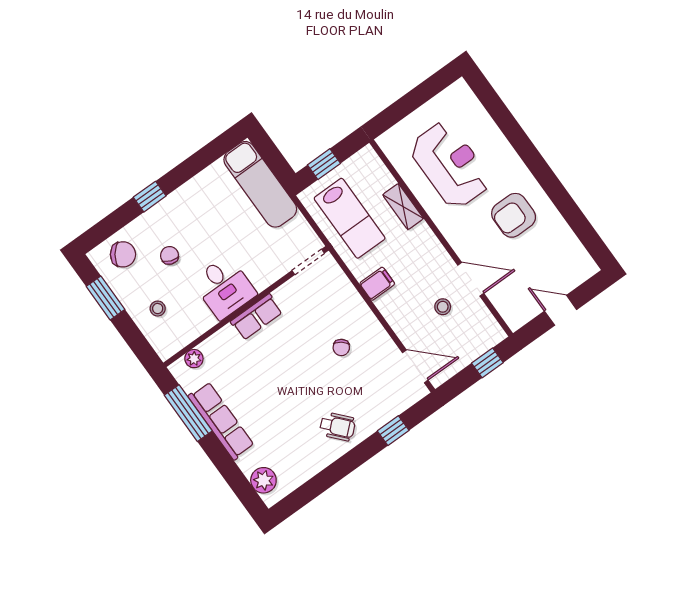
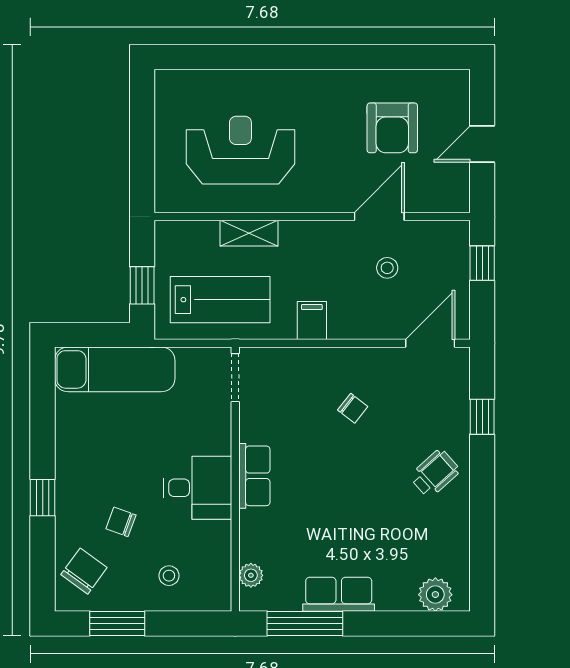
armchair: (514, 215) -> (392, 128), moved
row of seats: (221, 421) -> (339, 594), width x0.68

